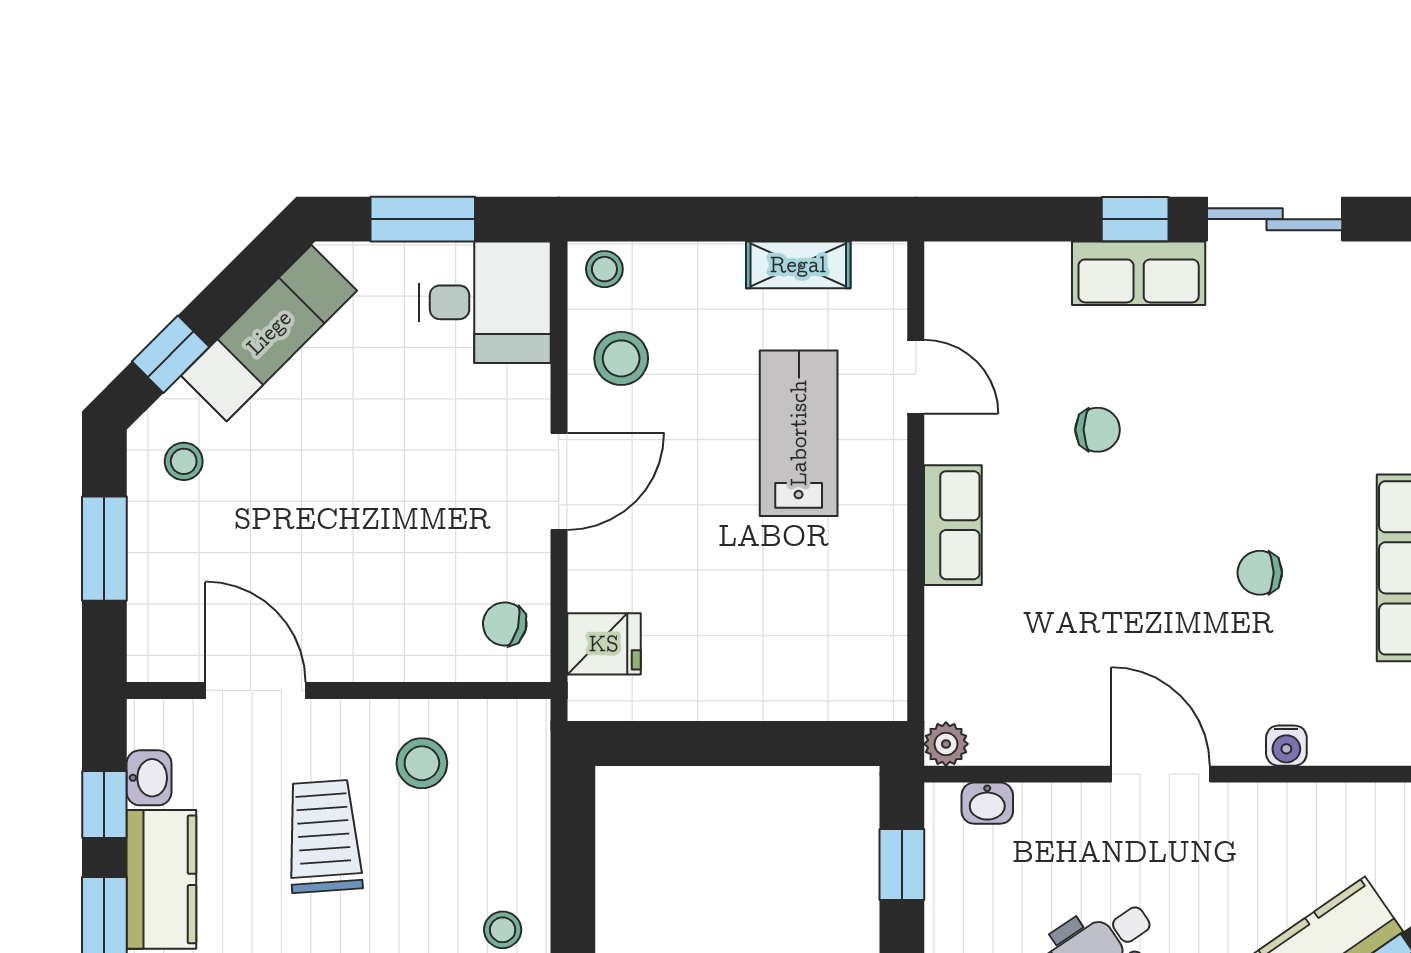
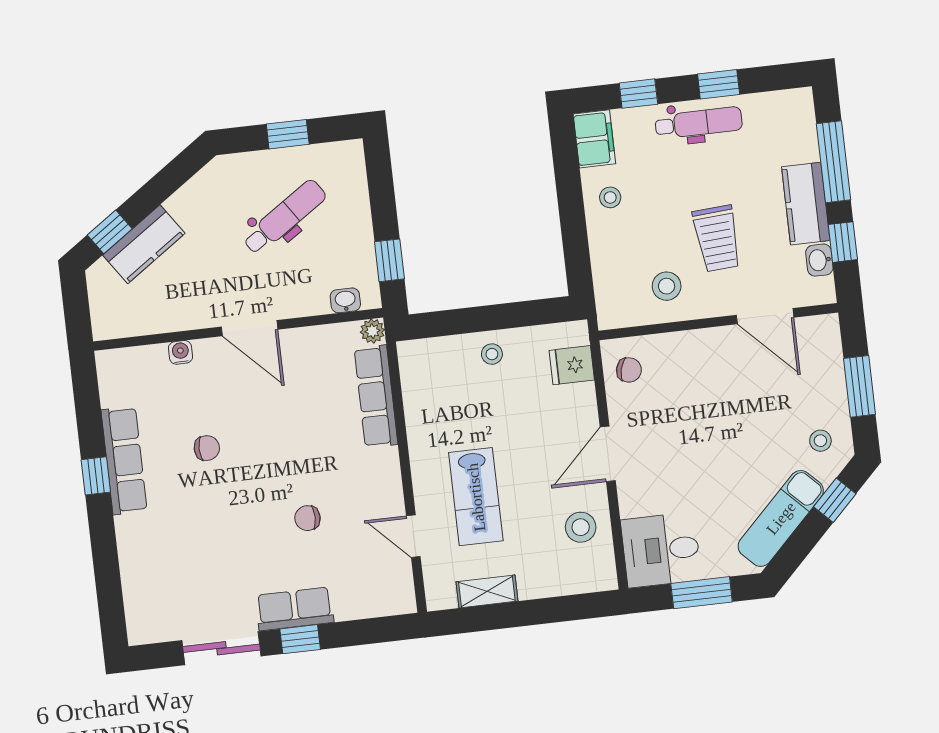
stool: (604, 269) -> (492, 354), moved
row of seats: (953, 525) -> (376, 396), moved, width x1.48

